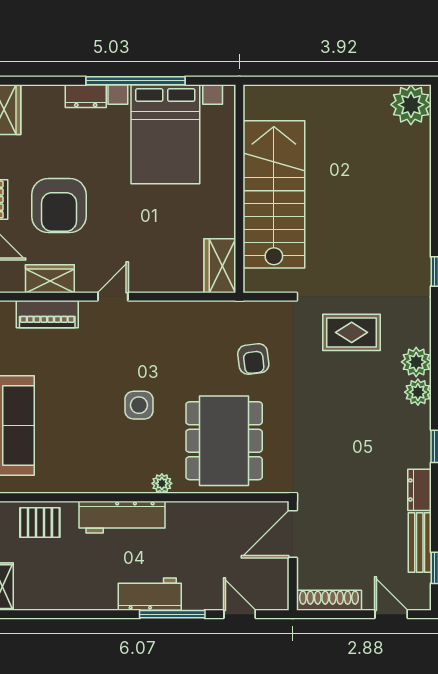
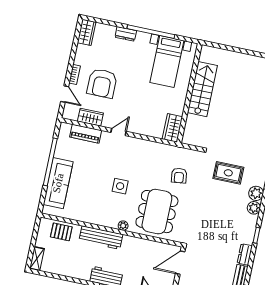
bed with nightstands: (165, 134) -> (167, 62), width x0.73
stairs: (274, 194) -> (202, 89), width x0.73, depth x0.66

